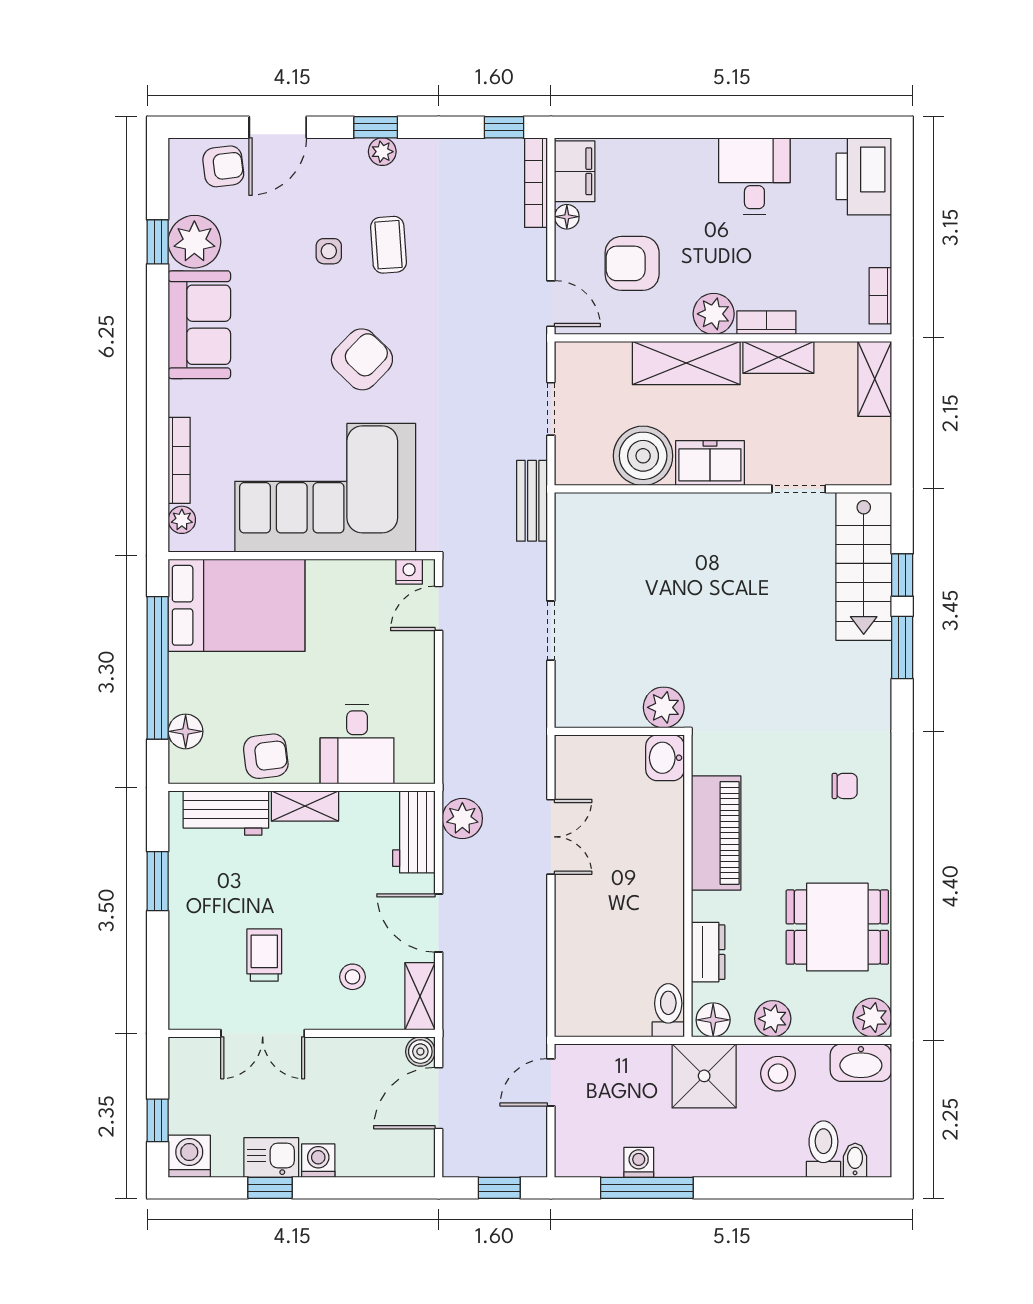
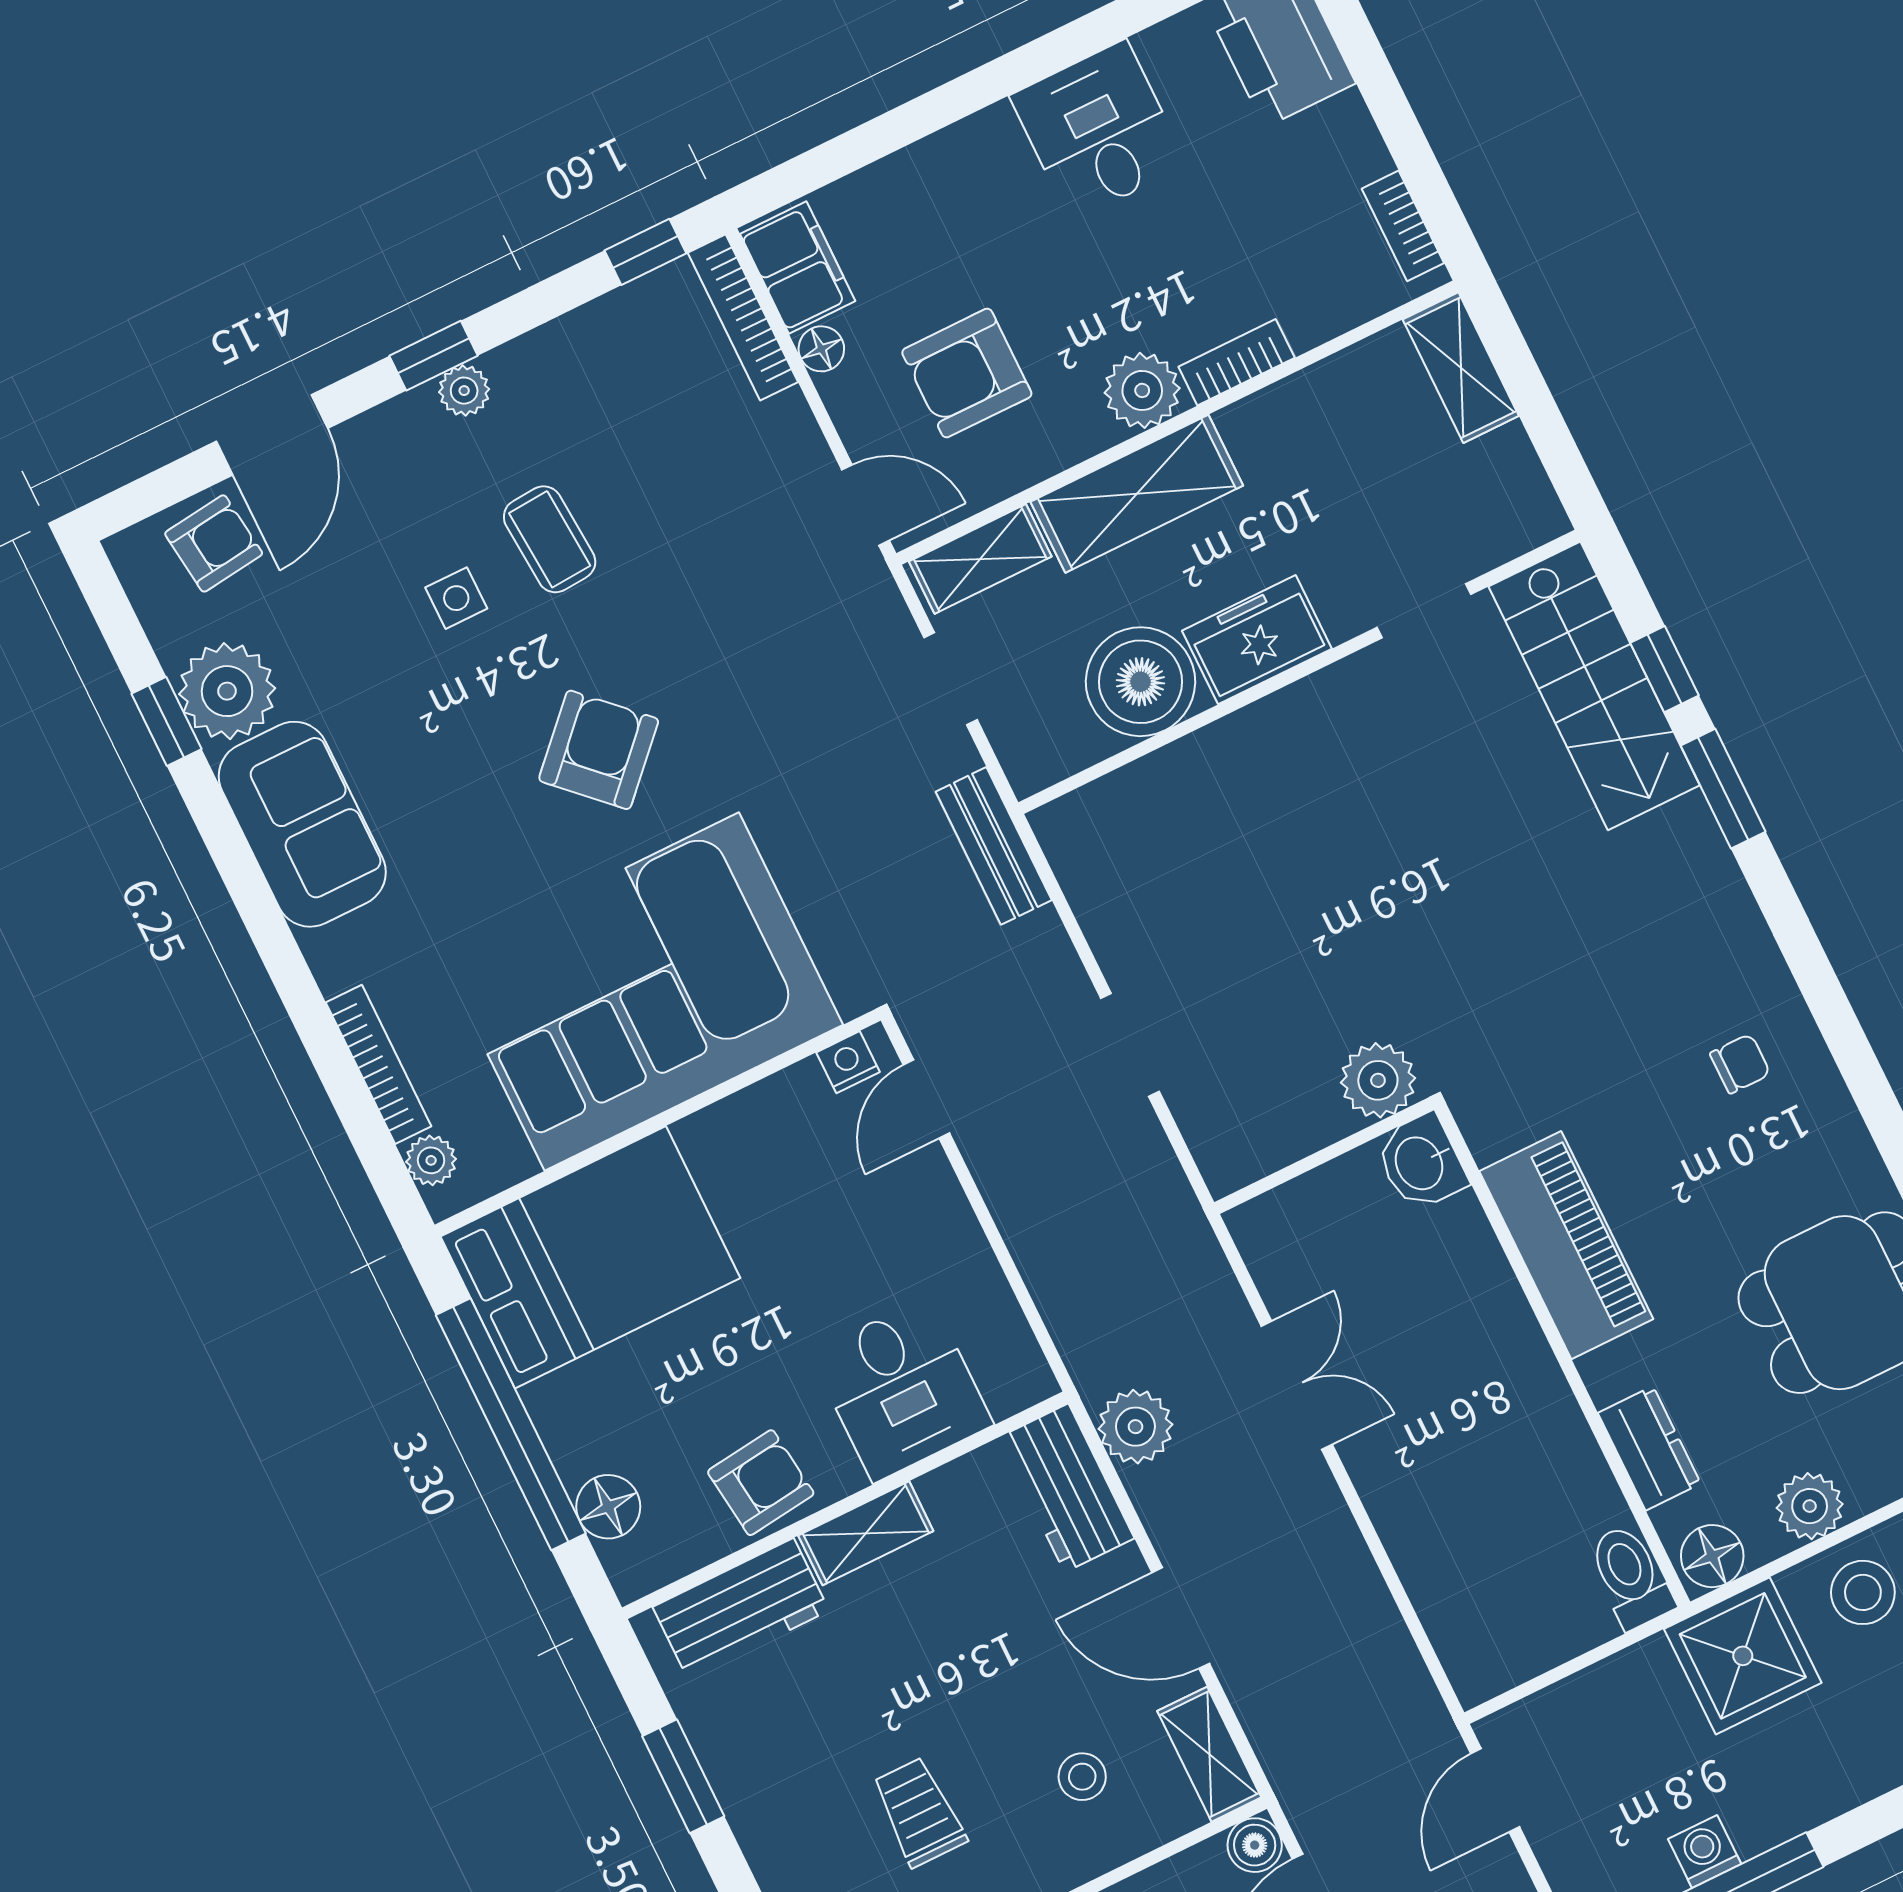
shelving: (778, 357) -> (980, 559), moved

